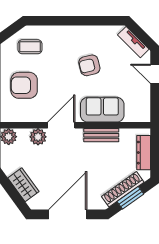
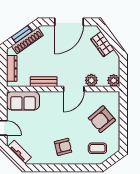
armchair: (89, 65) -> (63, 147), moved
armchair: (24, 85) -> (102, 119), turned 140
sofa: (102, 110) -> (23, 101), moved

